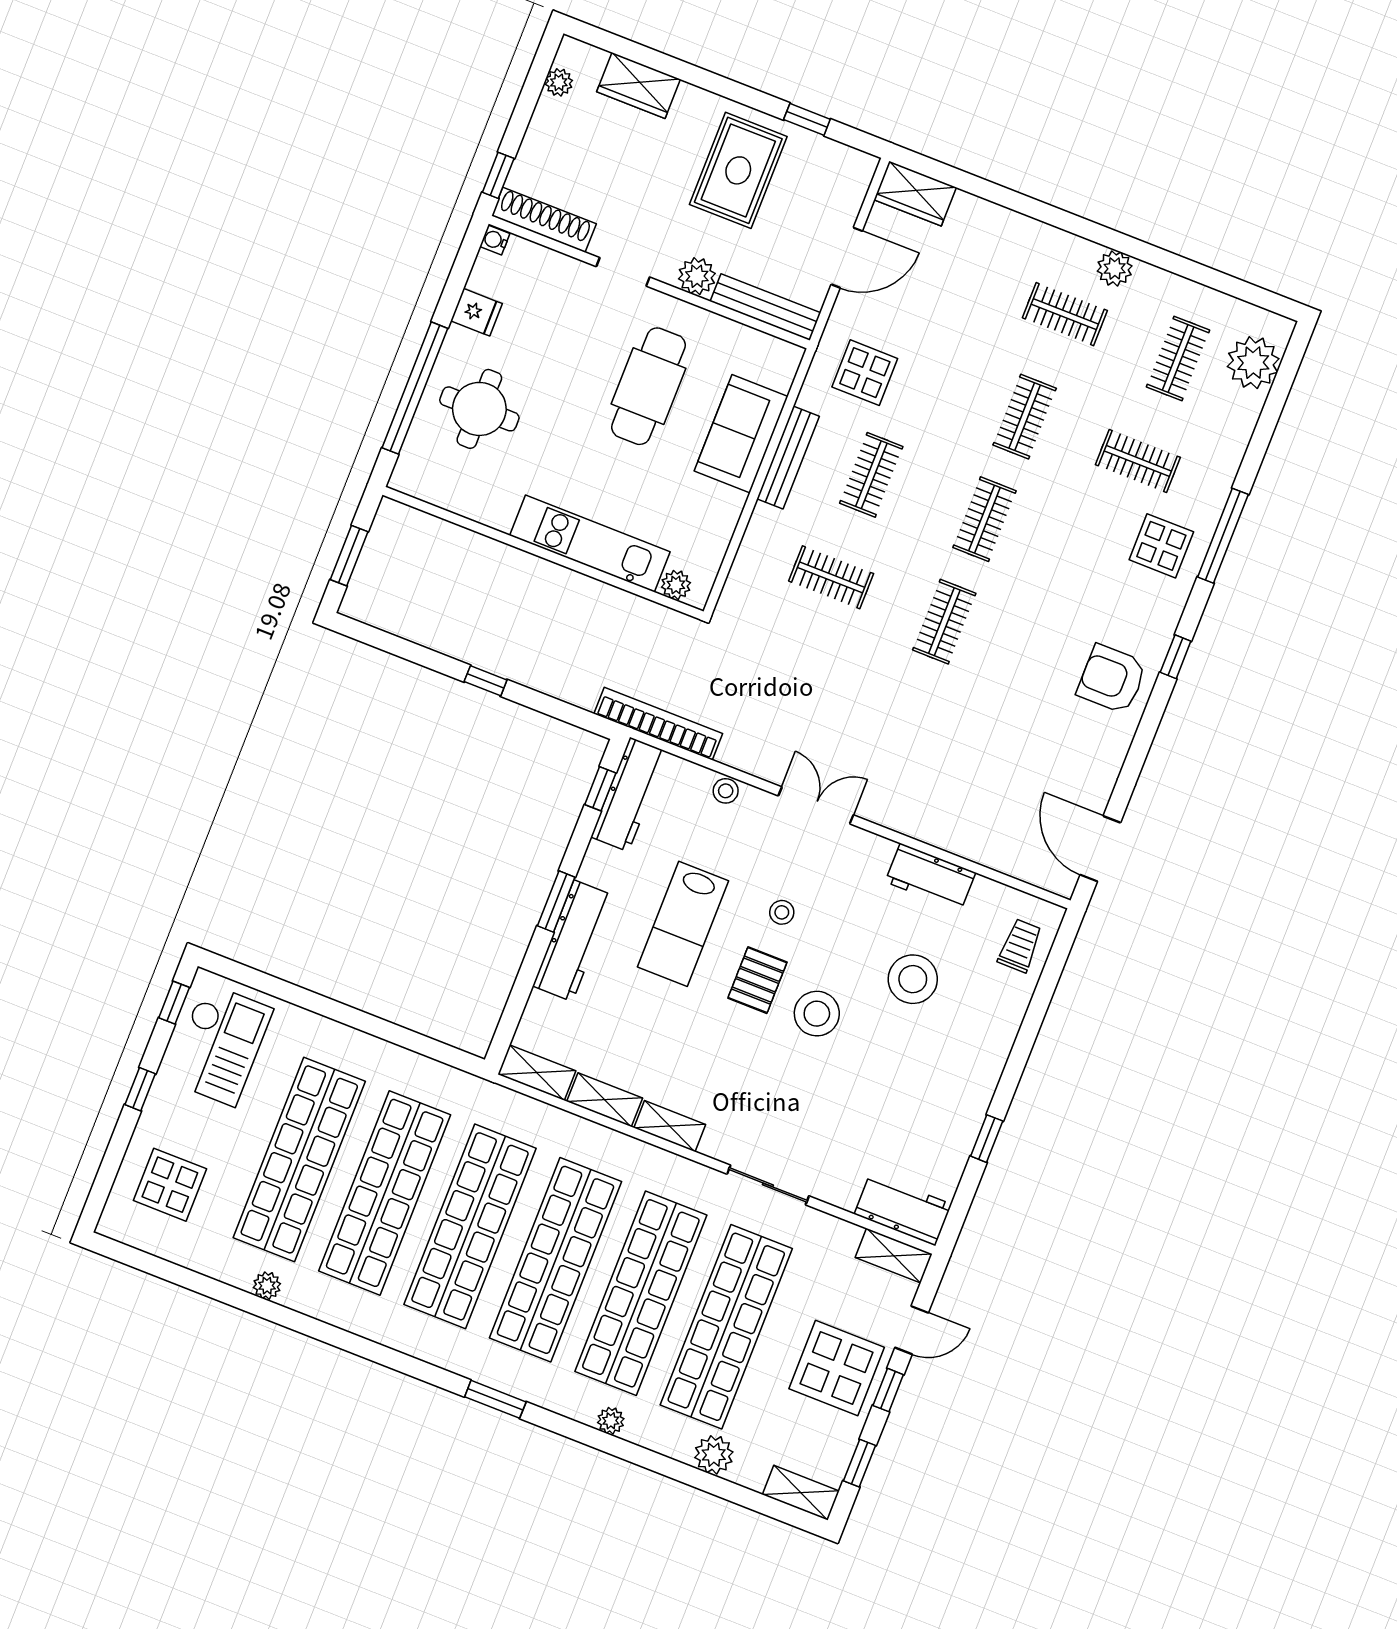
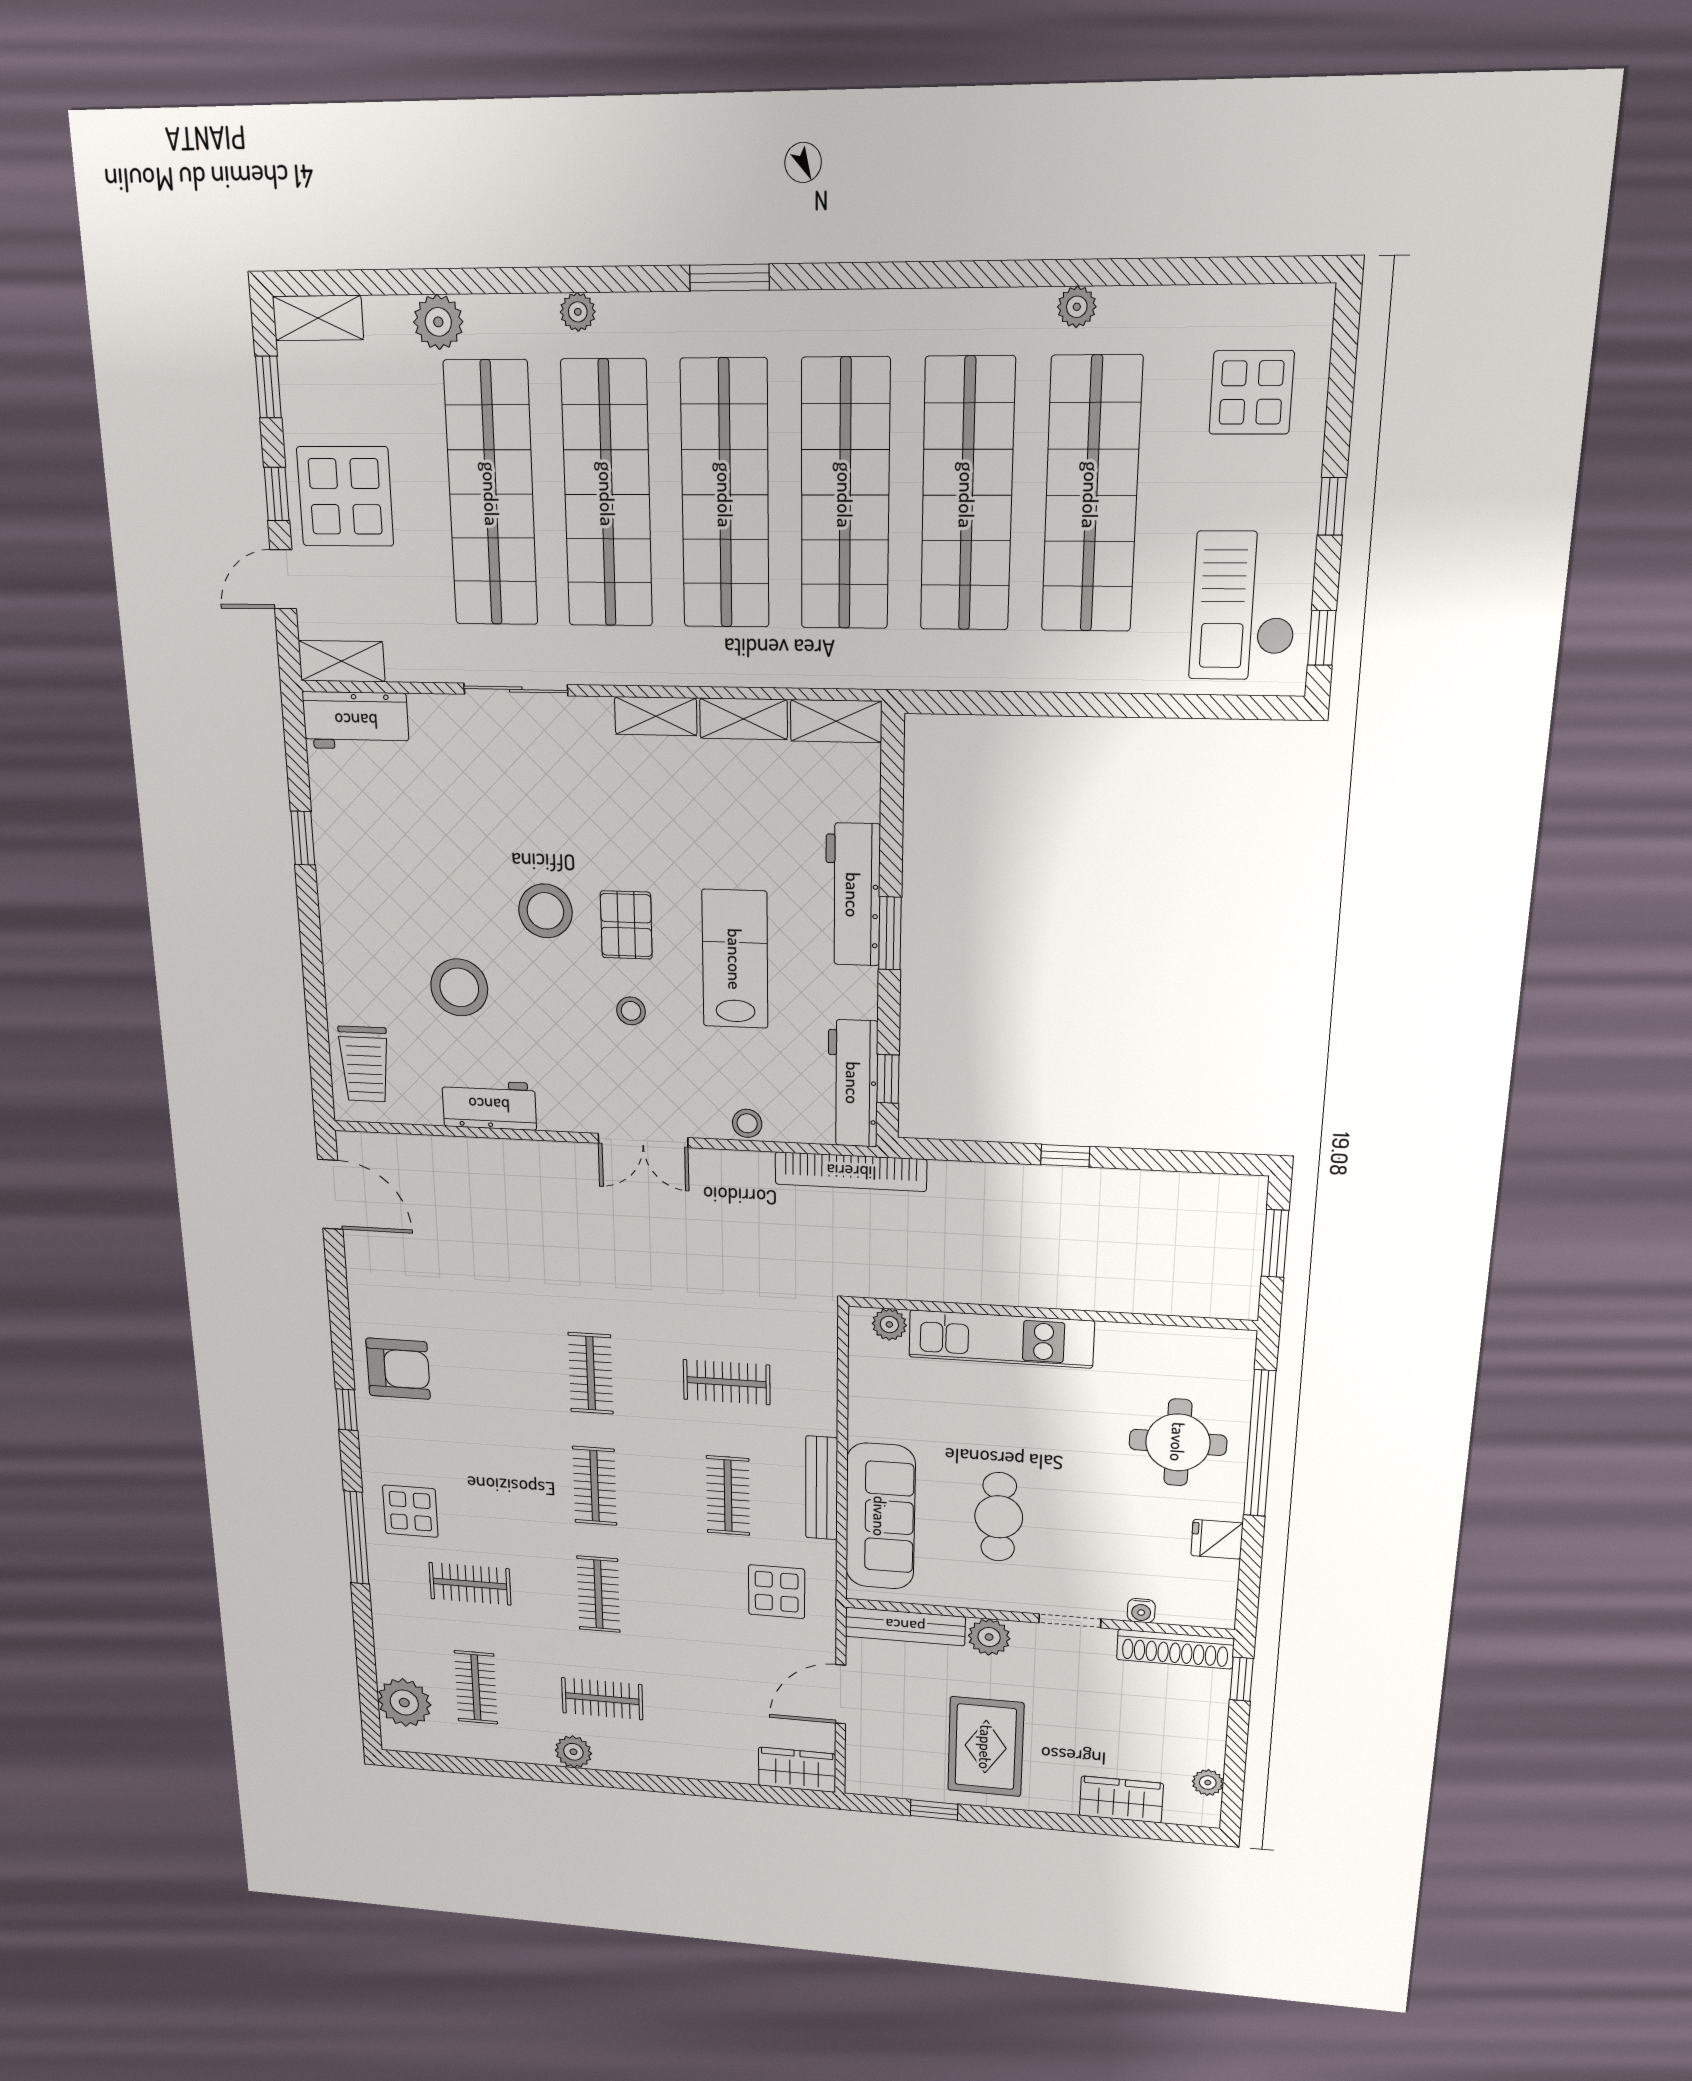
water cooler: (495, 240) -> (1141, 1611), moved, turned 90
cafe table: (648, 386) -> (999, 1517), width x0.73, depth x0.74
sofa: (741, 434) -> (880, 1516), width x1.36
trolley: (1020, 946) -> (364, 1064), width x1.36, depth x1.39

